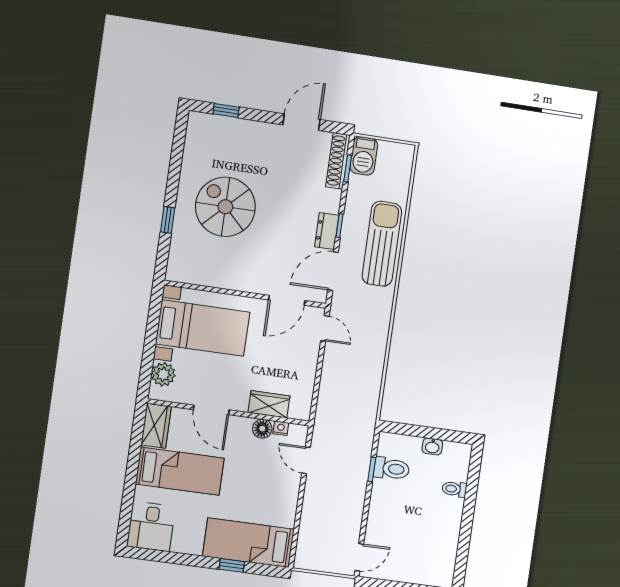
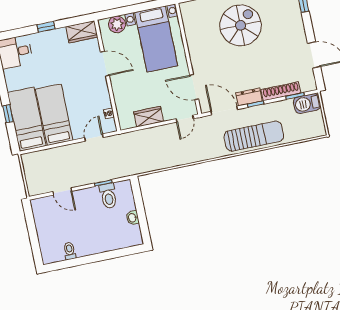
shoe rack: (338, 161) -> (281, 91), moved
wardrobe: (269, 404) -> (149, 117), moved, turned -90
door: (211, 410) -> (105, 64), swing flipped
floor lamp: (262, 429) -> (104, 101), removed
bed: (180, 471) -> (54, 115), moved, turned 180
window: (132, 472) -> (46, 27), added
toilet: (454, 489) -> (70, 251), moved
door: (359, 557) -> (62, 191), moved

